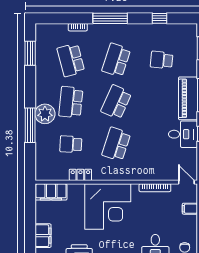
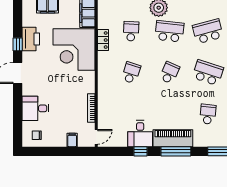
school desk: (116, 102) -> (169, 73), width x0.54
school desk: (116, 144) -> (131, 73), width x0.54
corner desk: (108, 207) -> (74, 49), moved

